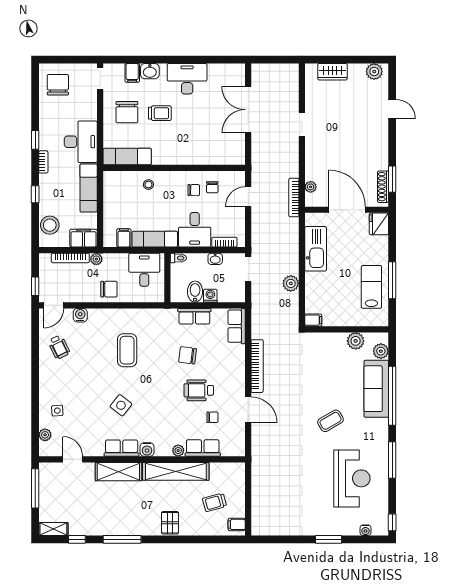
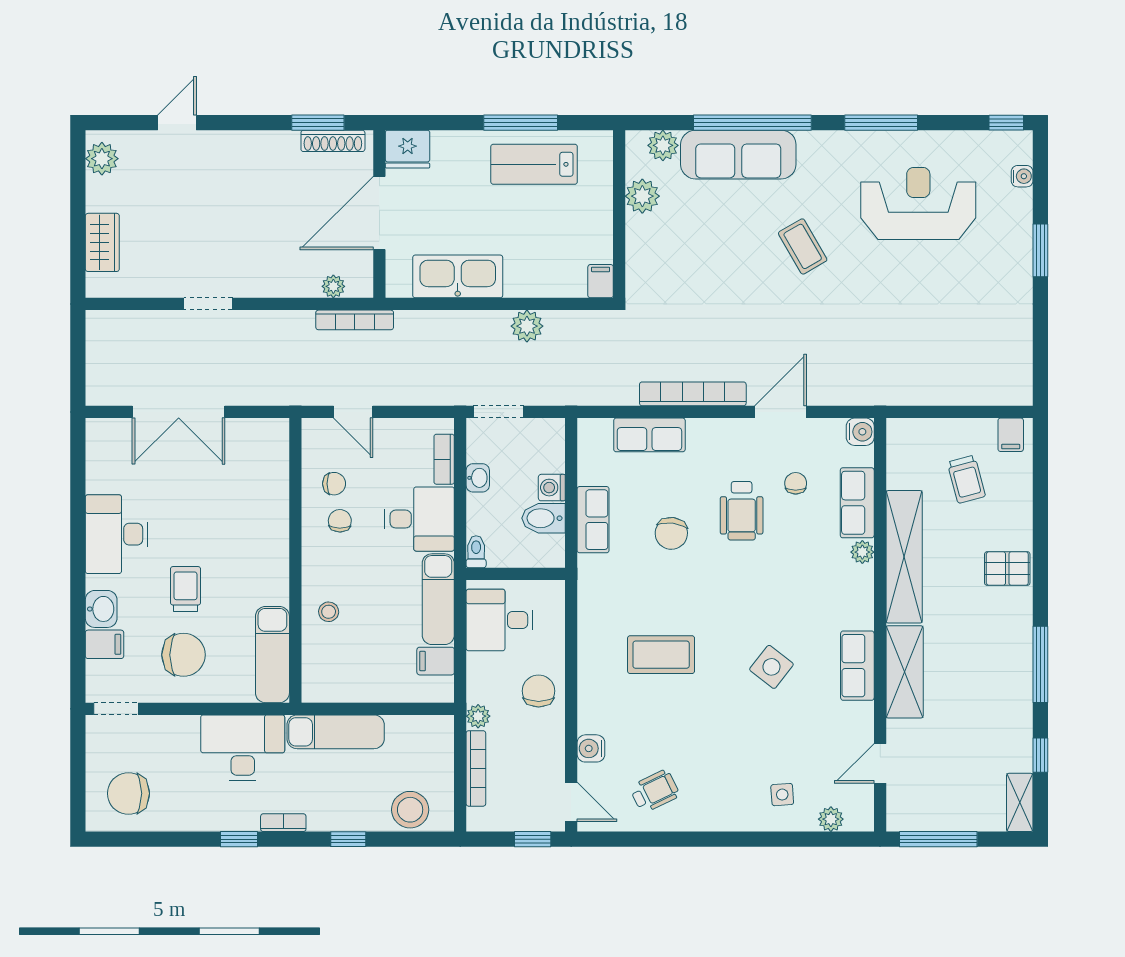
filing cabinet: (84, 238) -> (436, 742), removed
row of seats: (237, 326) -> (649, 435), moved
water cooler: (147, 449) -> (860, 432), moved

